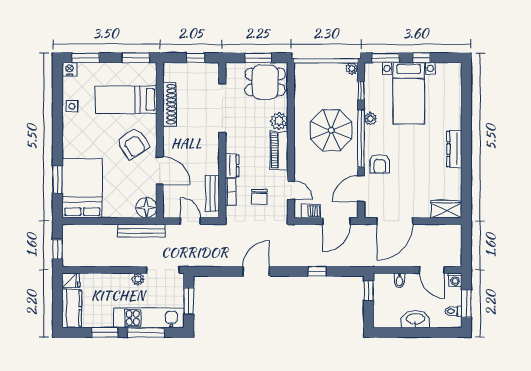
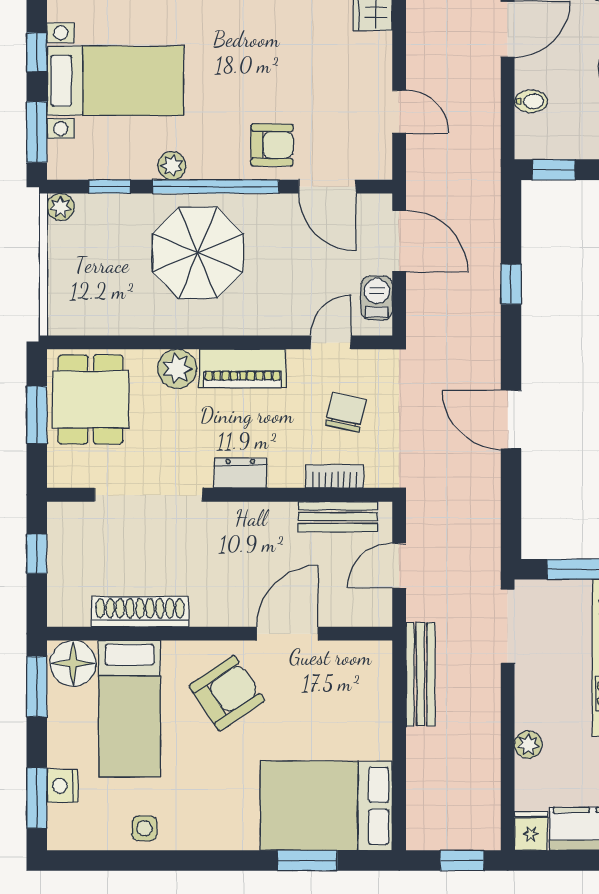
nightstand: (70, 69) -> (62, 786), moved
dresser: (232, 166) -> (240, 473), moved
chair: (259, 197) -> (346, 412), turned -78
floor lamp: (146, 208) -> (73, 663), moved
door: (395, 221) -> (399, 112), width x0.53
plant: (138, 279) -> (528, 745), moved

